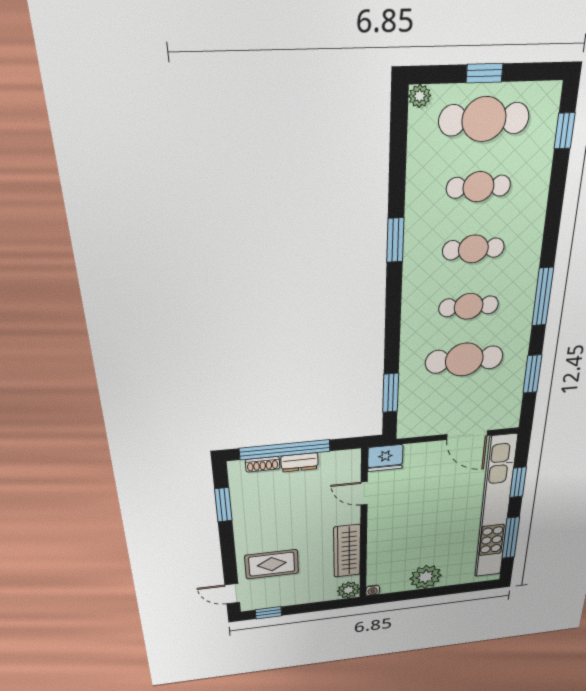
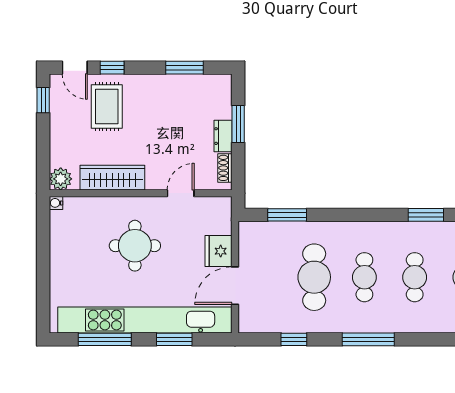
window: (532, 374) -> (294, 339), width x0.67
window: (285, 450) -> (238, 124), width x0.47
fridge: (385, 458) -> (218, 251), moved
shoe rack: (263, 464) -> (225, 168), moved
round table: (419, 525) -> (135, 246), added
window: (229, 565) -> (112, 68), added
plant: (426, 577) -> (66, 256), removed
door: (232, 594) -> (75, 68), swing flipped

